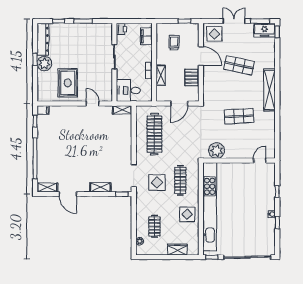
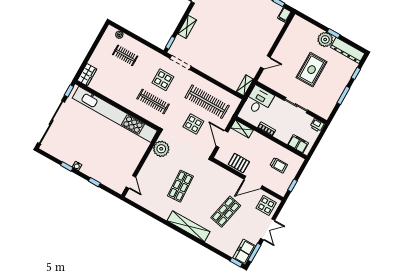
shelving: (161, 75) -> (242, 129), moved
rug: (68, 83) -> (312, 70), moved, turned 90
display table: (187, 214) -> (193, 124), moved
wardrobe: (177, 249) -> (87, 75), moved

